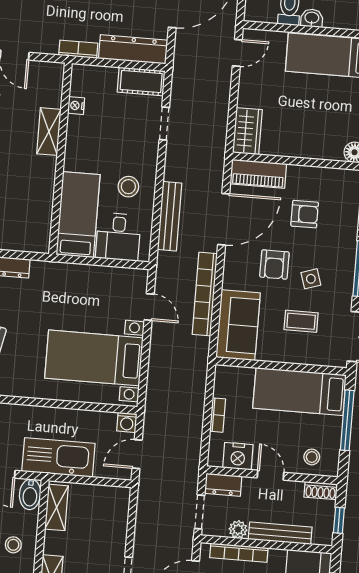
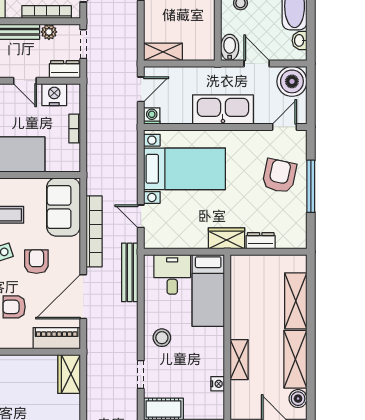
stool: (128, 187) -> (162, 338), moved
bench: (170, 216) -> (130, 272), moved
wardrobe: (52, 273) -> (226, 238), added
kitchen sink: (58, 457) -> (223, 109), moved, turned 180
shelving: (57, 507) -> (163, 52), moved, turned 90

